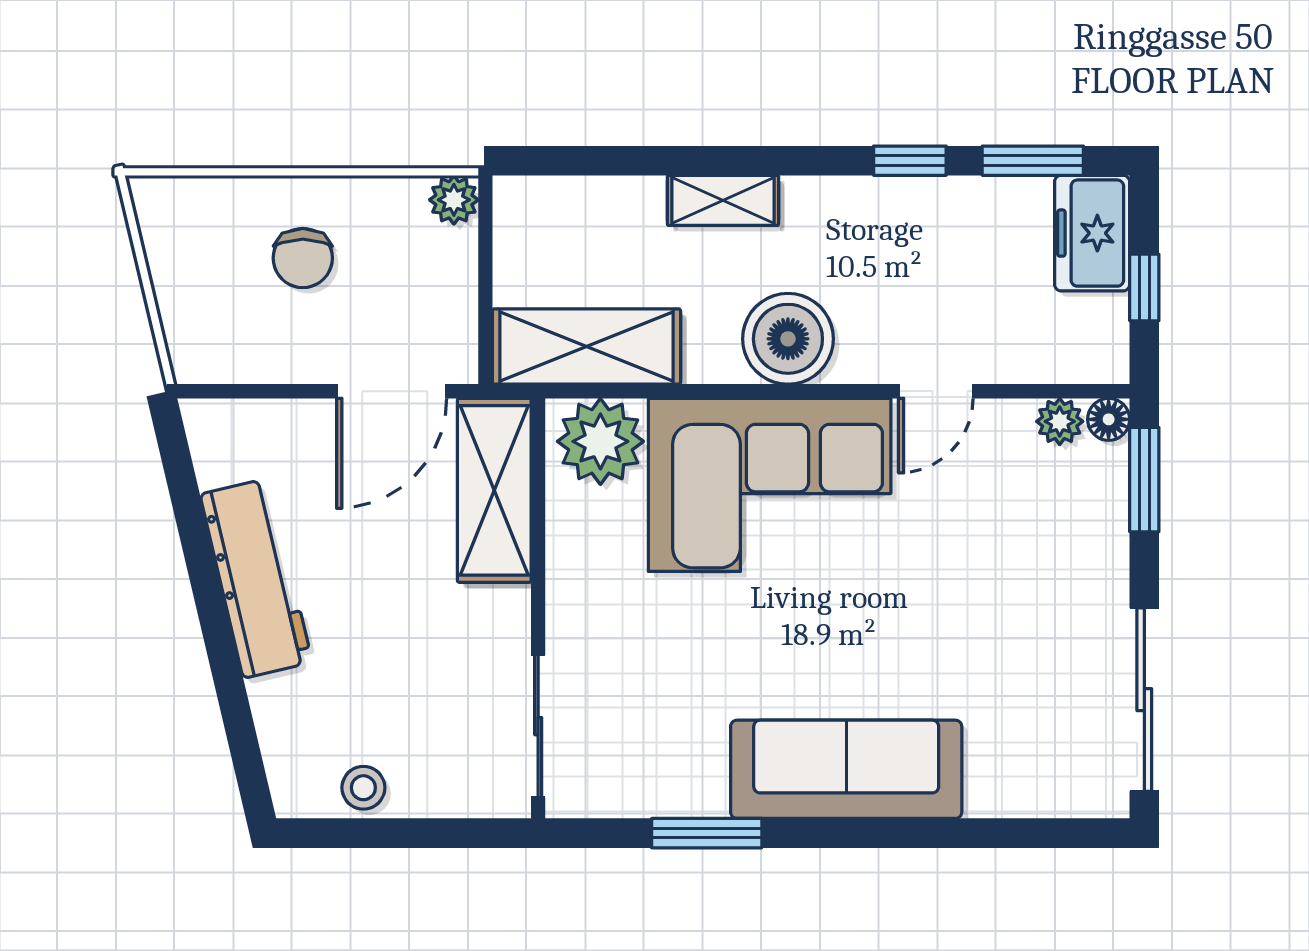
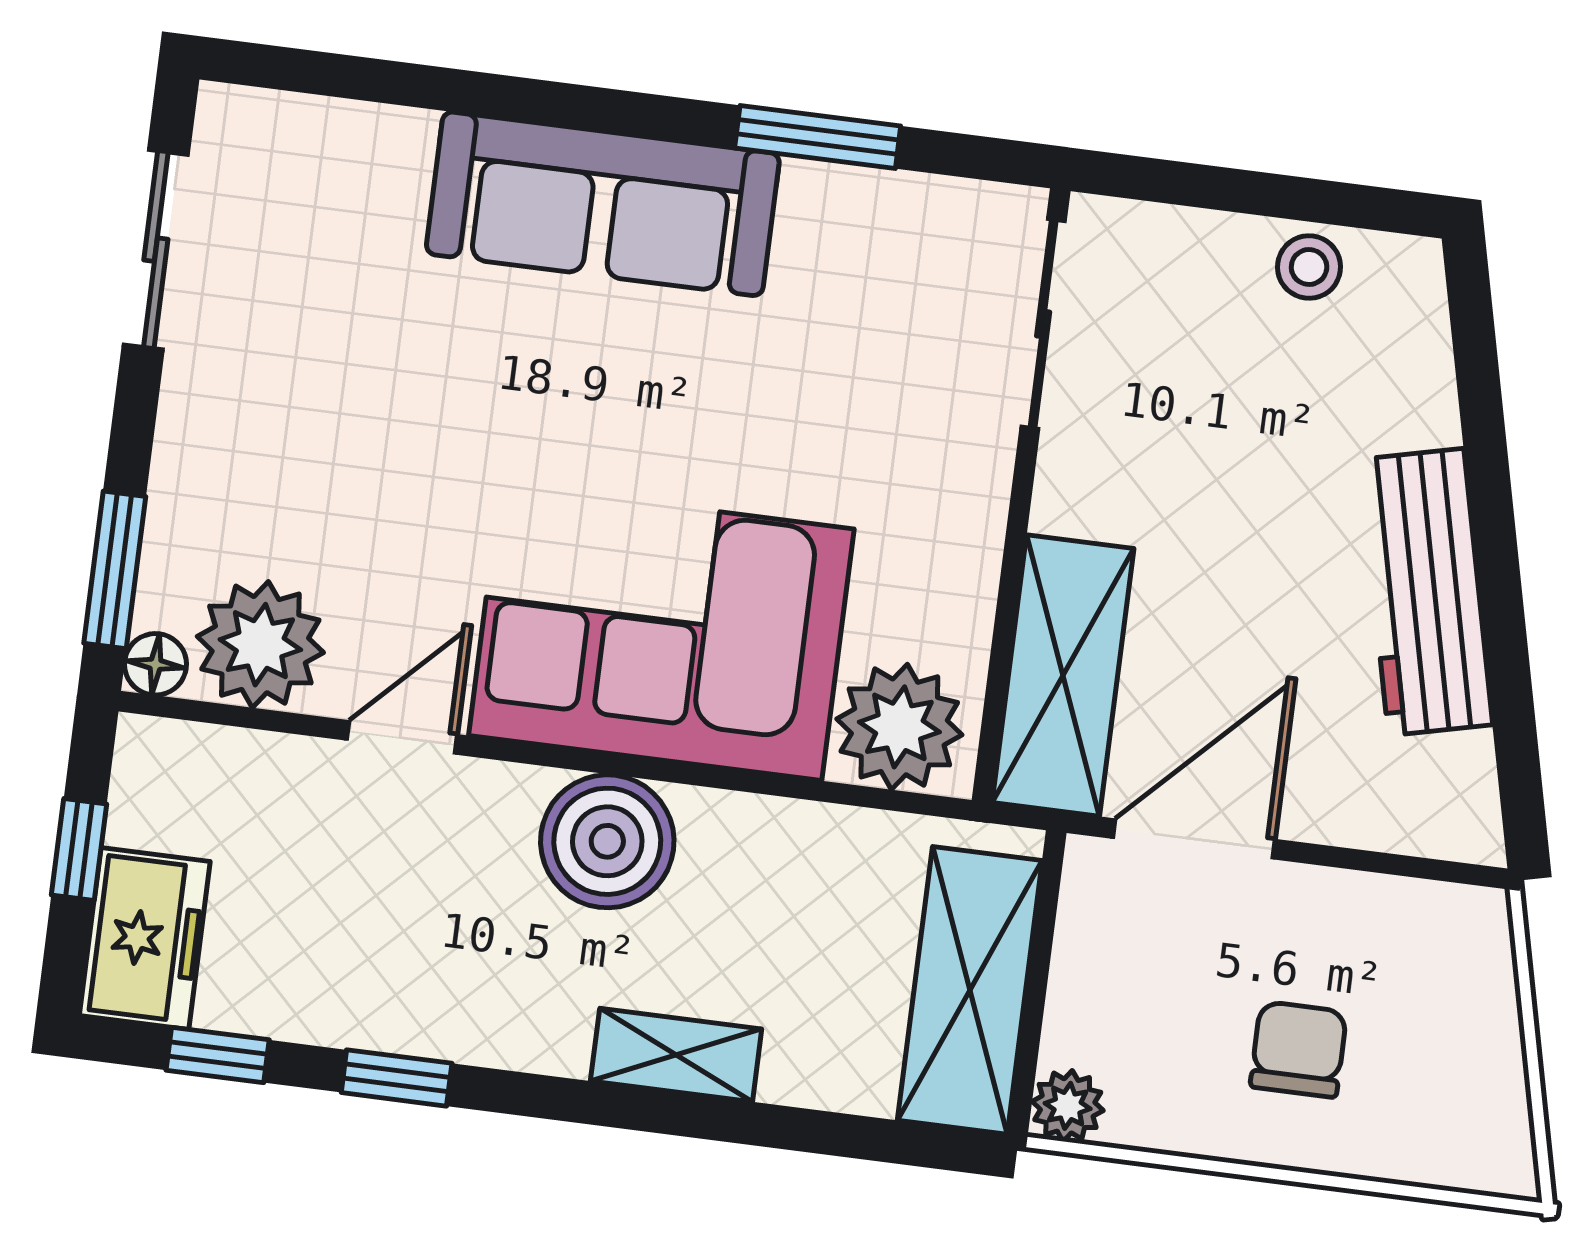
window: (1033, 161) -> (218, 1055), width x0.67
shelving: (587, 347) -> (970, 990), moved, turned 90
plant: (1060, 421) -> (260, 645), width x1.88, depth x1.88
sliding door: (1144, 700) -> (156, 250), width x0.73

